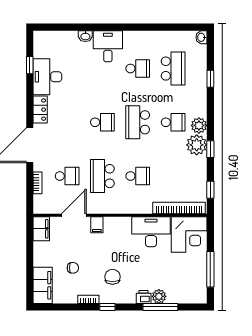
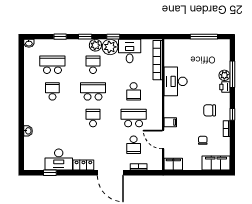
desk: (108, 46) -> (130, 51), moved, turned 90
school desk: (138, 122) -> (93, 91), turned 180
school desk: (67, 176) -> (134, 145), turned 180
school desk: (102, 176) -> (134, 118), turned 180
school desk: (138, 176) -> (134, 91), turned 180
window: (210, 190) -> (85, 37), moved
corner desk: (189, 234) -> (178, 53), removed

